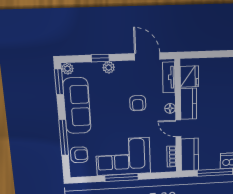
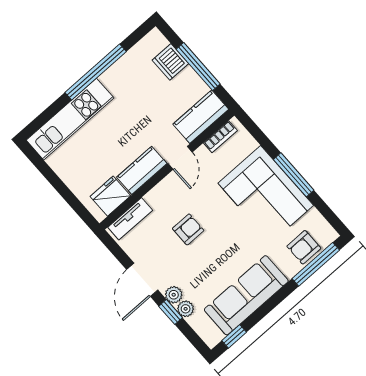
door: (147, 56) -> (142, 280), moved
plant: (67, 69) -> (186, 309), moved
window: (59, 82) -> (234, 336), width x0.67
floor lamp: (170, 108) -> (164, 187), removed
window: (64, 137) -> (316, 264), moved
armchair: (79, 155) -> (304, 247), turned -90

